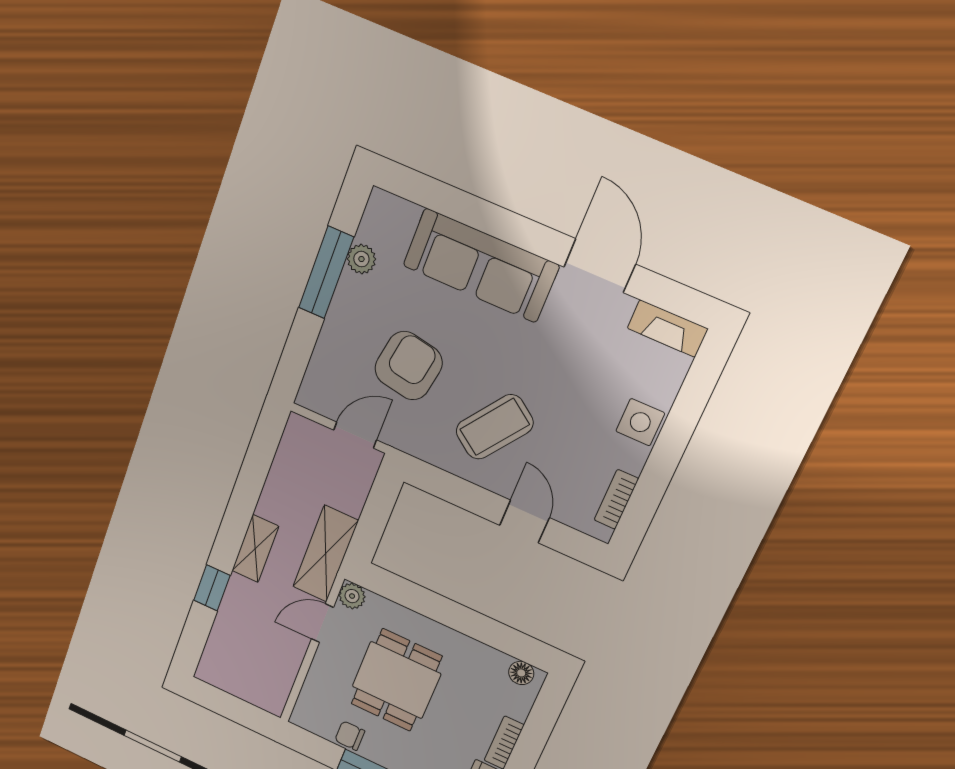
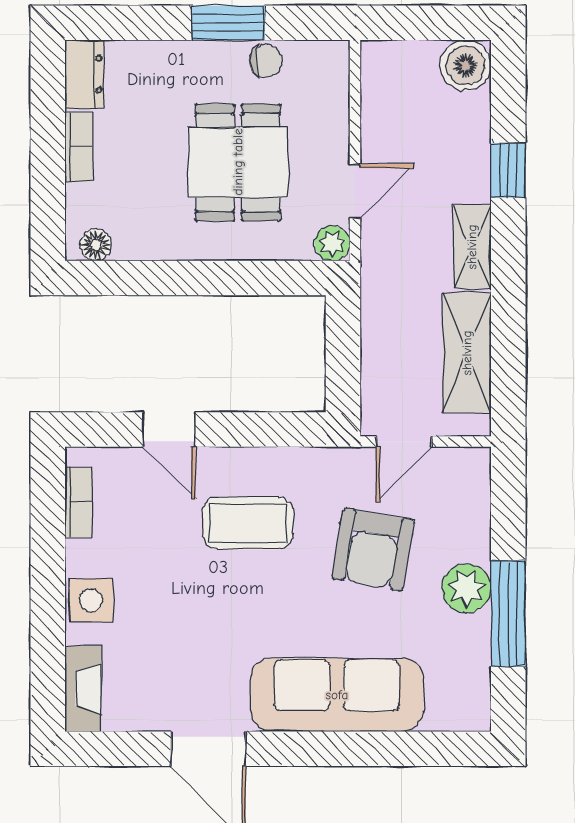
plant: (361, 259) -> (467, 588), moved, width x1.38, depth x1.38
fireplace: (668, 328) -> (83, 689), moved, turned 90
coffee table: (495, 427) -> (248, 523), turned 54
shelving: (326, 554) -> (467, 353), moved
boiler: (216, 669) -> (466, 65), added

